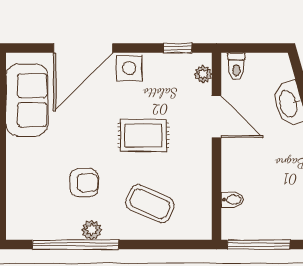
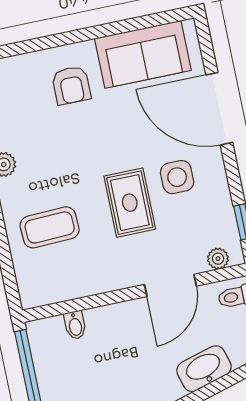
side table: (129, 68) -> (177, 177), moved
armchair: (84, 183) -> (71, 85), moved
coffee table: (150, 204) -> (50, 227), turned 64

